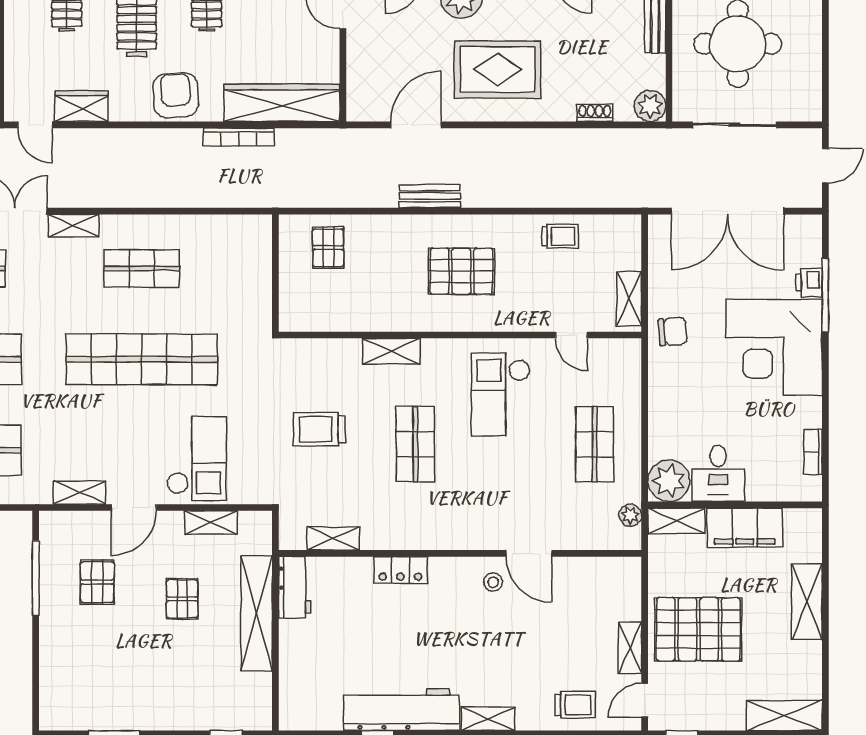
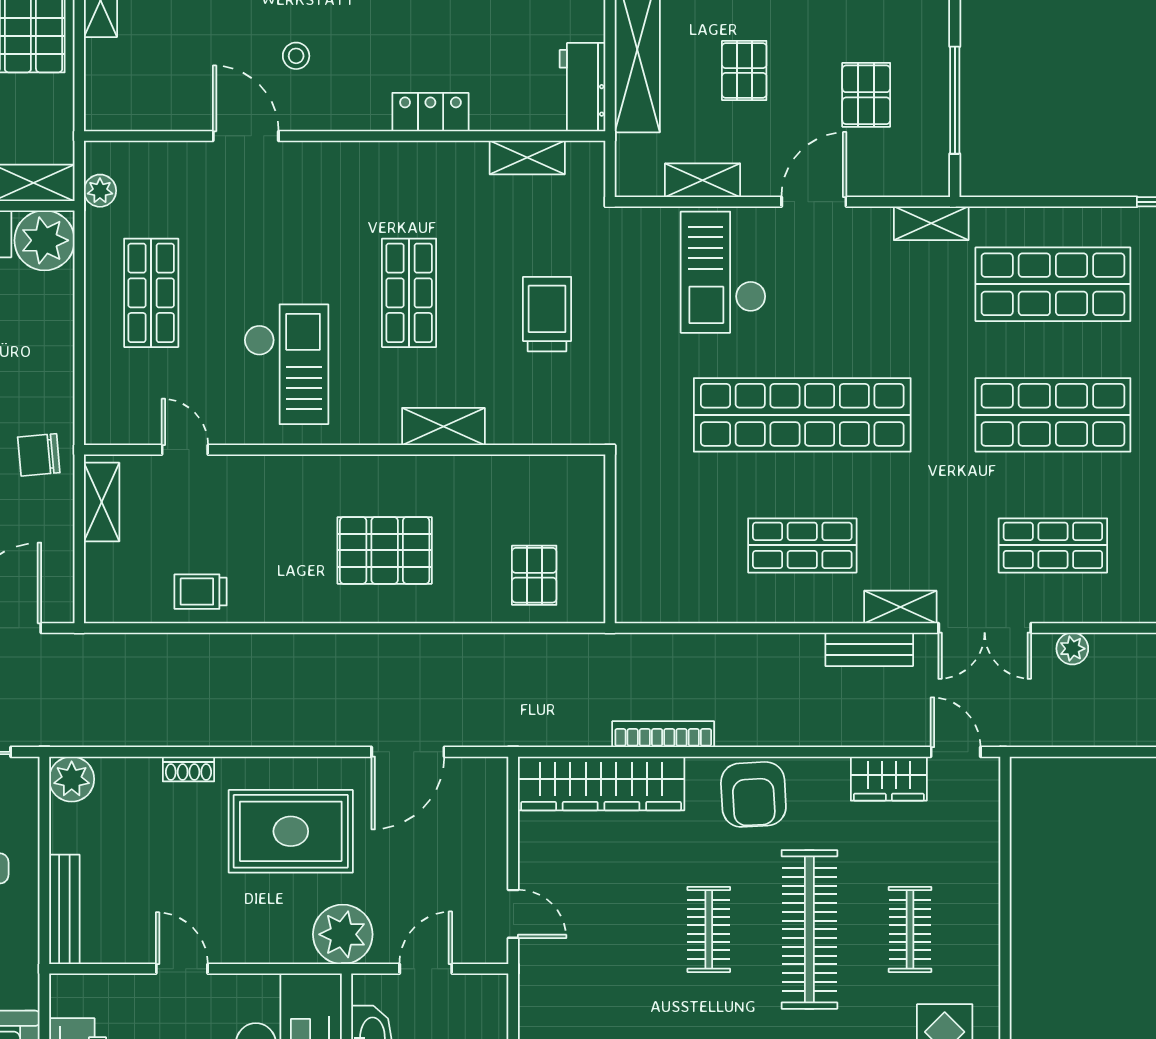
shoe rack: (595, 113) -> (188, 769), moved
bench: (430, 196) -> (869, 649), moved
pallet: (461, 271) -> (385, 550), moved
trolley: (319, 429) -> (547, 314), turned -90
shelving: (80, 493) -> (931, 223), moved
stool: (493, 582) -> (296, 56), moved

